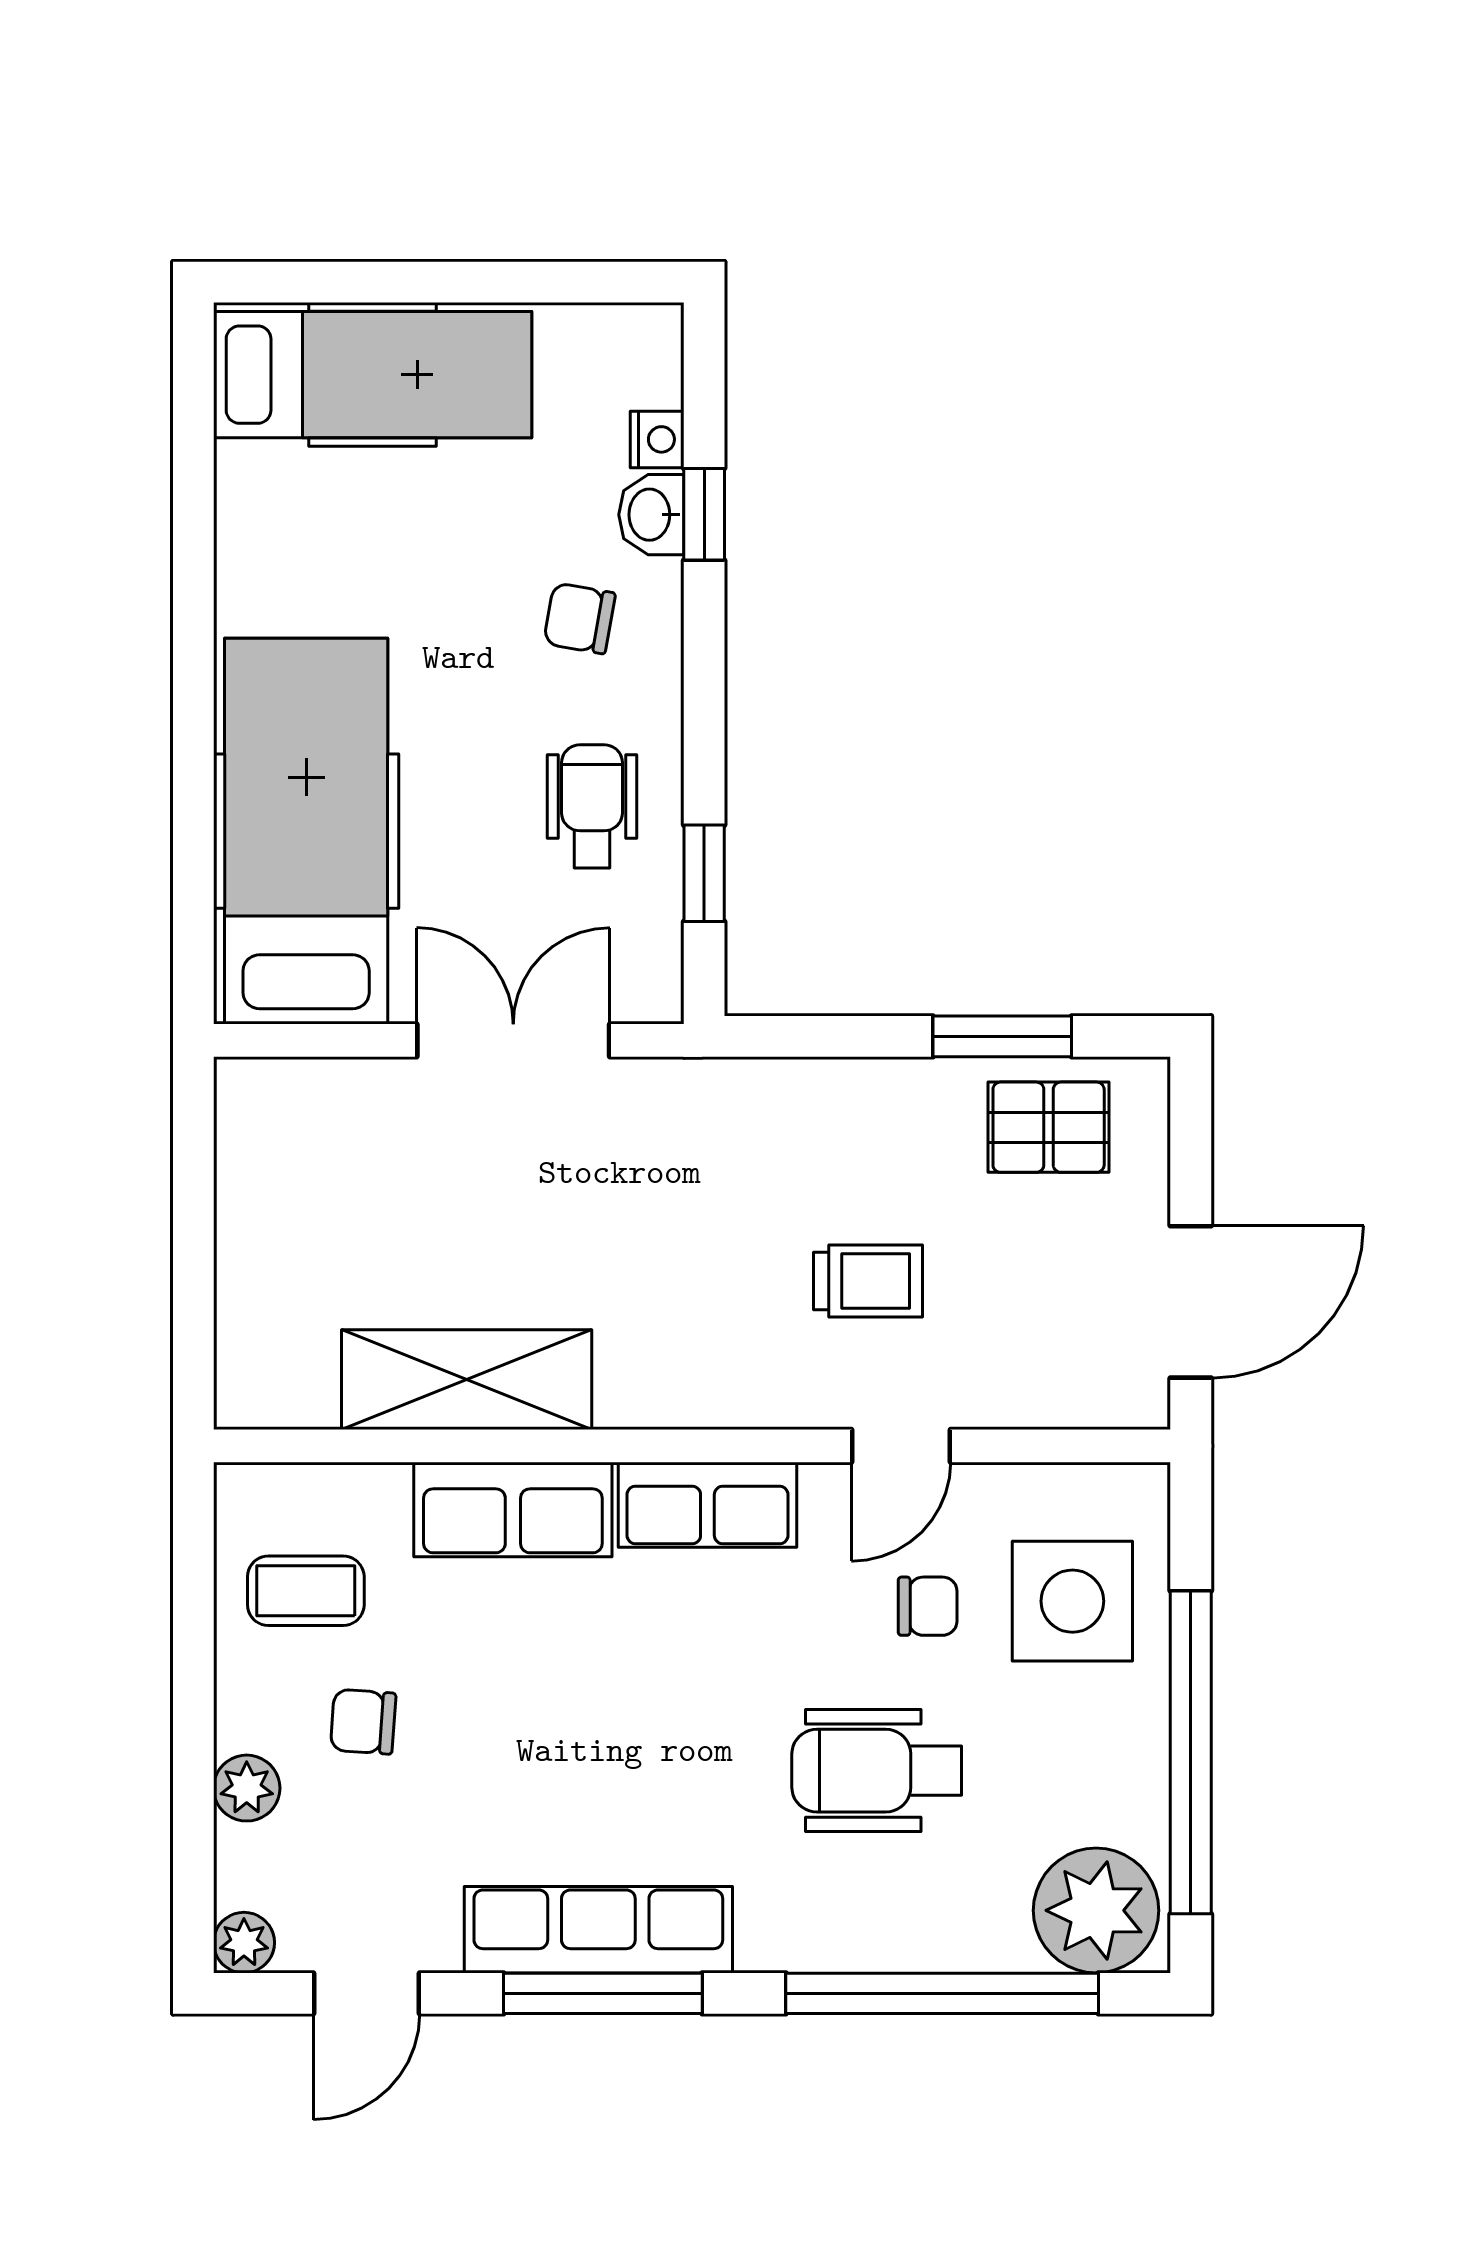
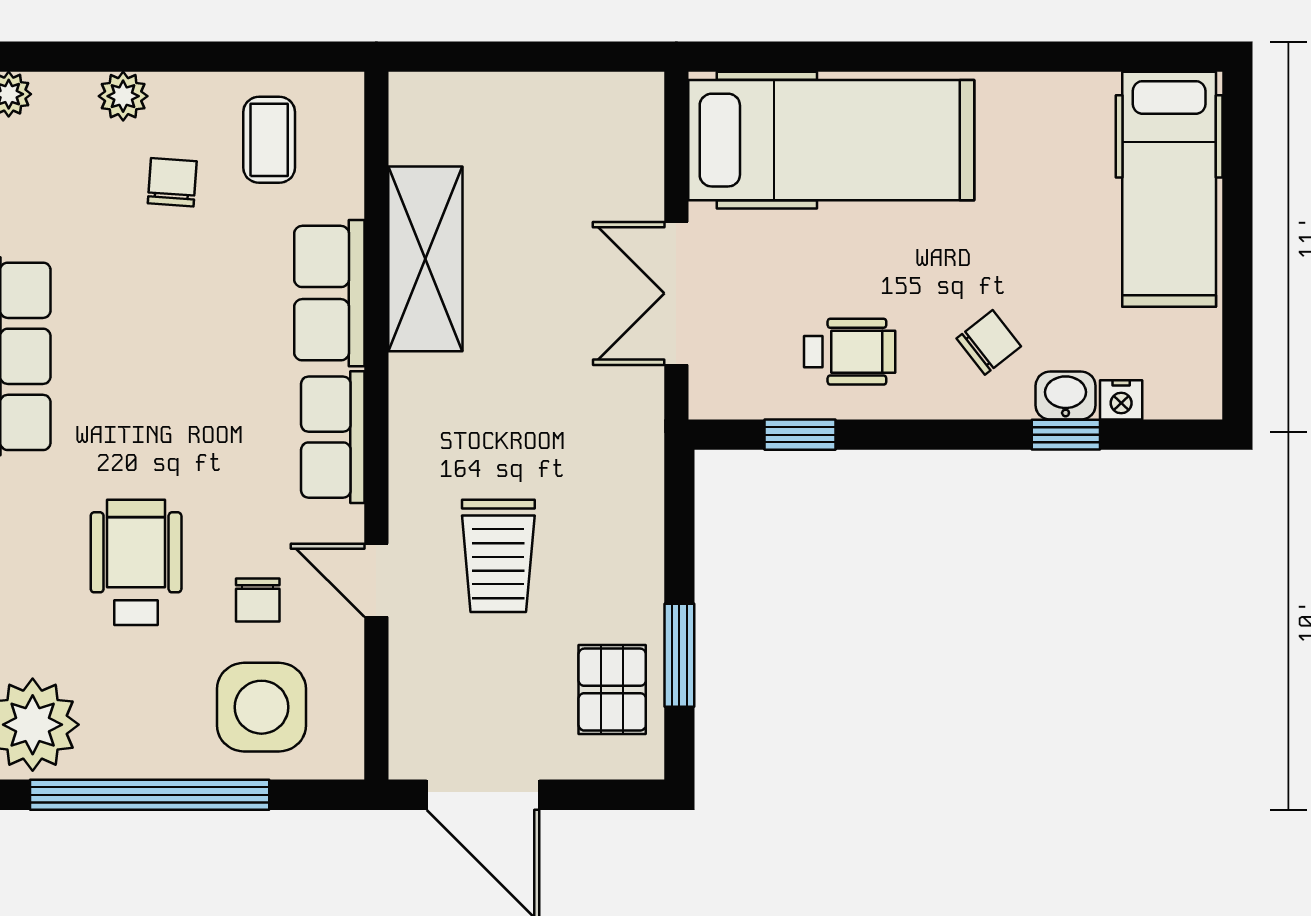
chair: (579, 618) -> (989, 342), turned 42
double door: (513, 1040) -> (676, 293), swing flipped
trolley: (868, 1281) -> (498, 556), width x1.36, depth x1.39

